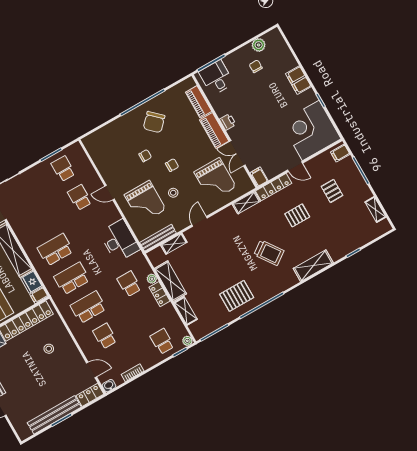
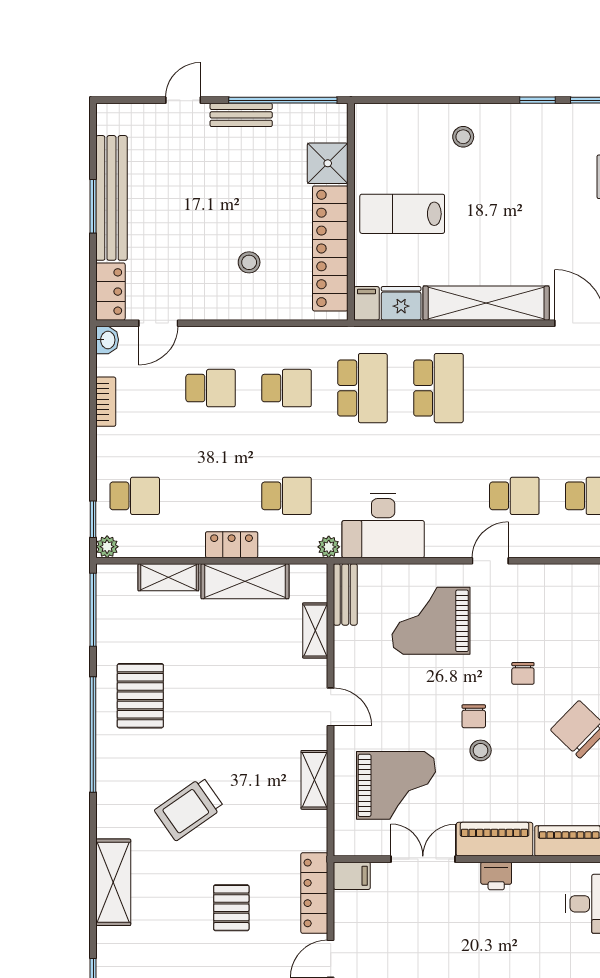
grand piano: (215, 179) -> (396, 785), turned 180
stool: (173, 193) -> (481, 750), moved
shelving: (246, 203) -> (314, 780), moved
bench: (158, 238) -> (345, 594), width x0.73
plant: (152, 279) -> (329, 547), moved
school desk: (88, 307) -> (287, 388), width x0.54

